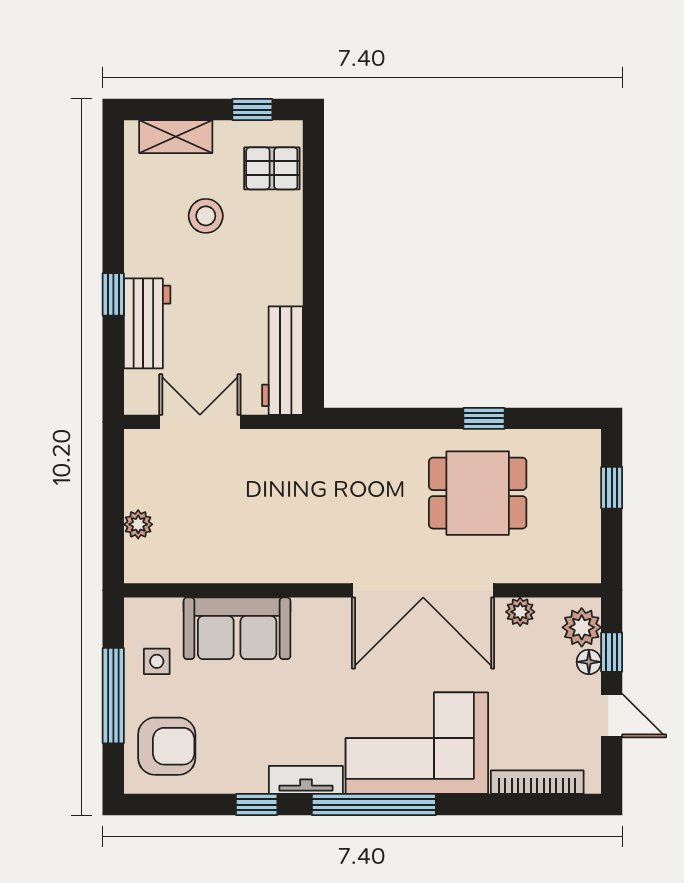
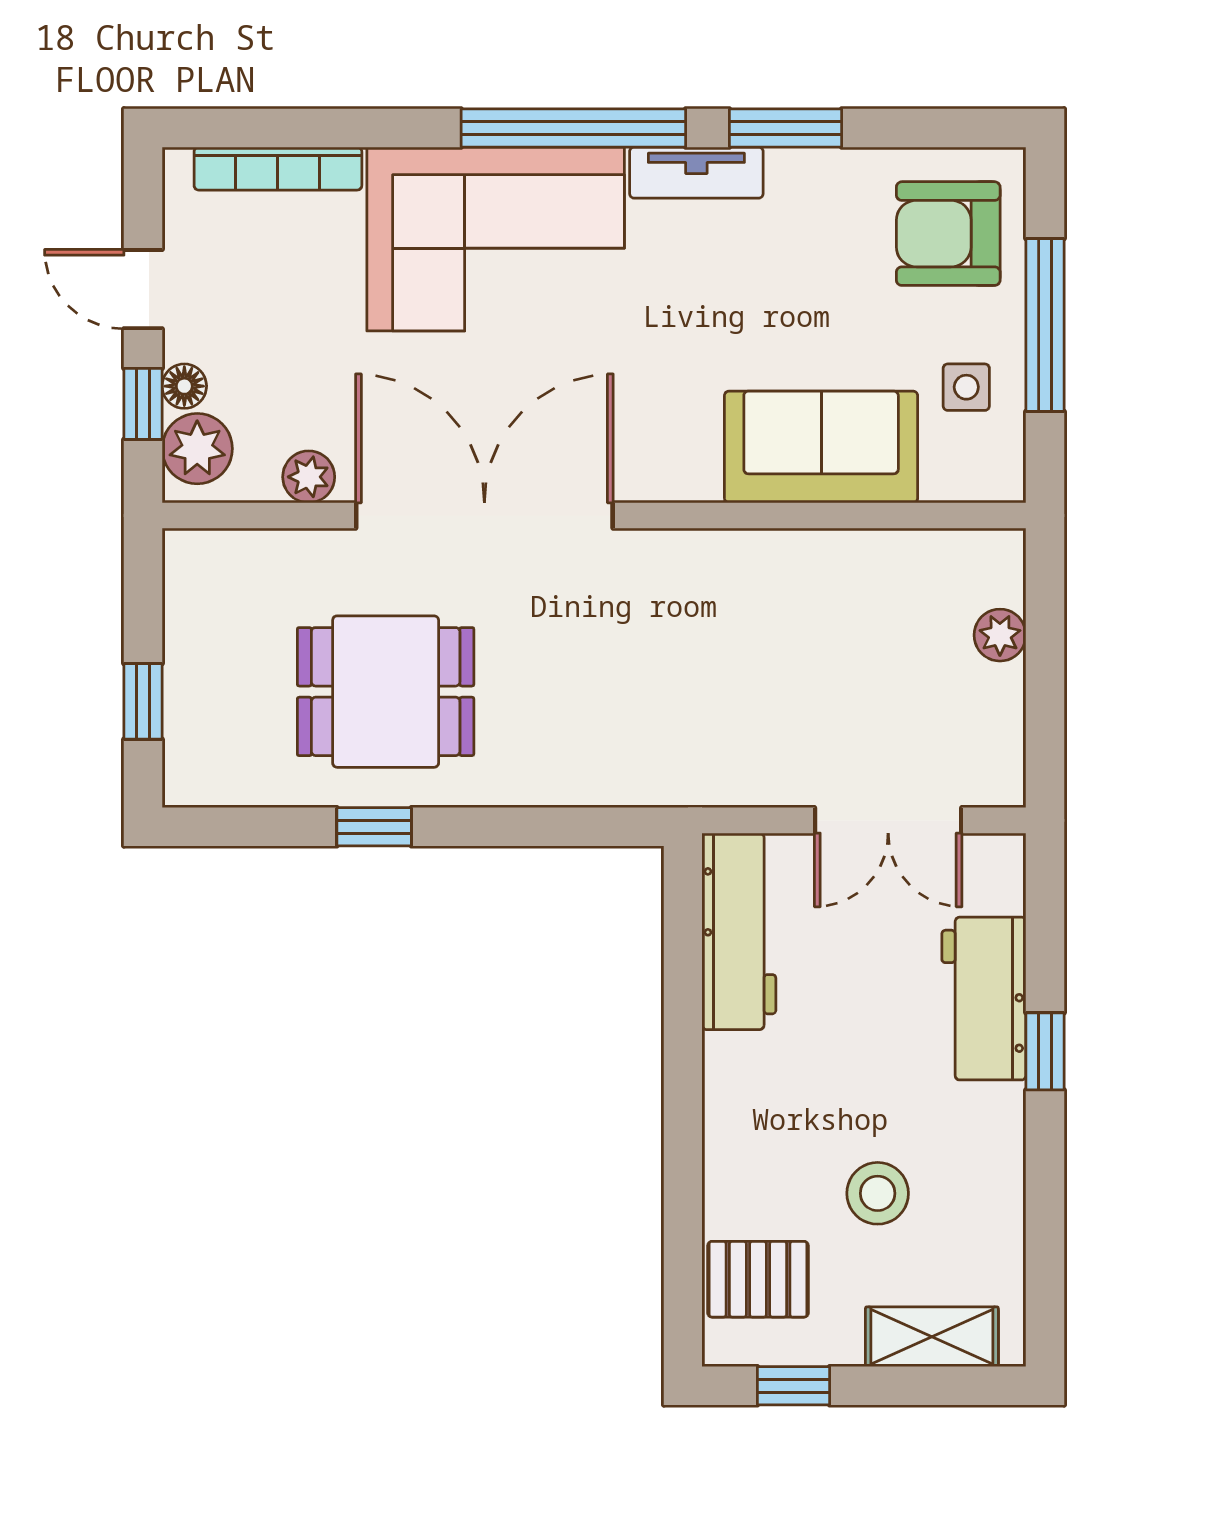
window: (257, 805) -> (786, 128), width x1.50

